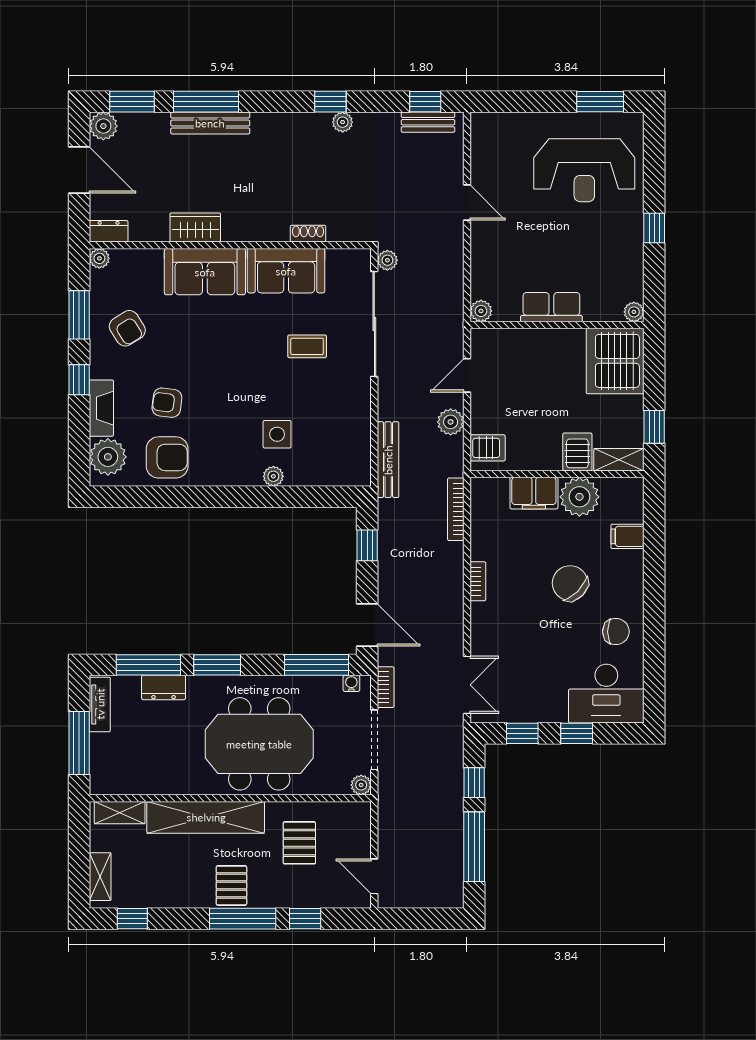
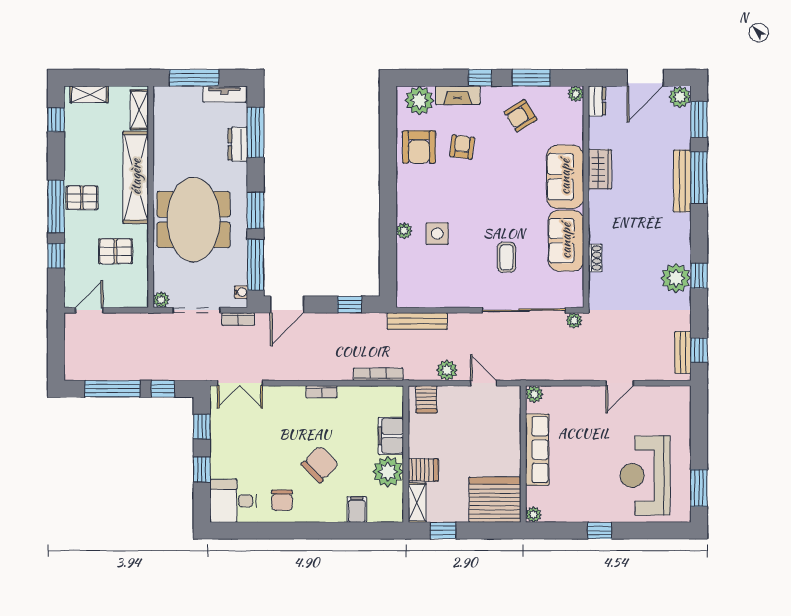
plant: (343, 122) -> (676, 278), width x1.88, depth x1.88
row of seats: (551, 307) -> (537, 450), width x1.48
window: (217, 665) -> (256, 210), moved
desk: (606, 694) -> (233, 501), width x0.73

